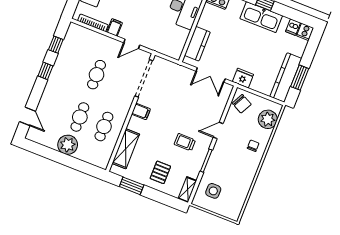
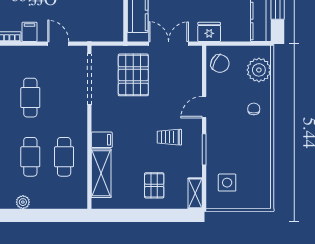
door: (132, 44) -> (58, 44), swing flipped
double door: (211, 75) -> (169, 44), swing flipped
pallet: (177, 87) -> (133, 75), added
filing cabinet: (141, 112) -> (102, 140), moved
plant: (68, 145) -> (23, 202), width x0.53, depth x0.53
window: (132, 186) -> (126, 215), removed

